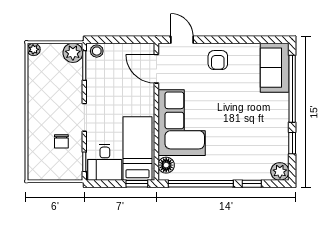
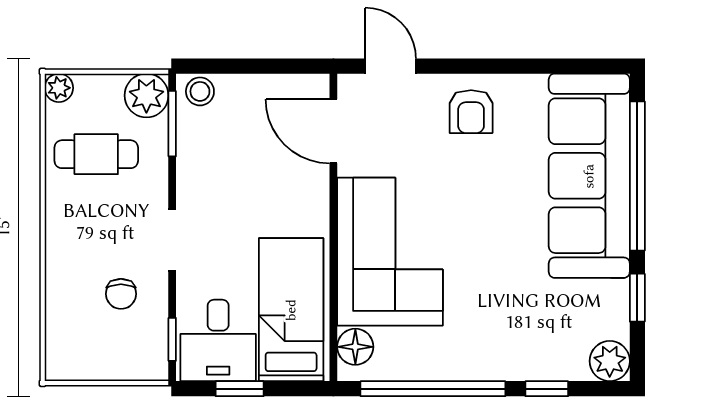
sofa: (275, 68) -> (589, 176), width x1.85, depth x1.27
cafe table: (50, 79) -> (96, 154), added
window: (137, 184) -> (240, 389), moved

